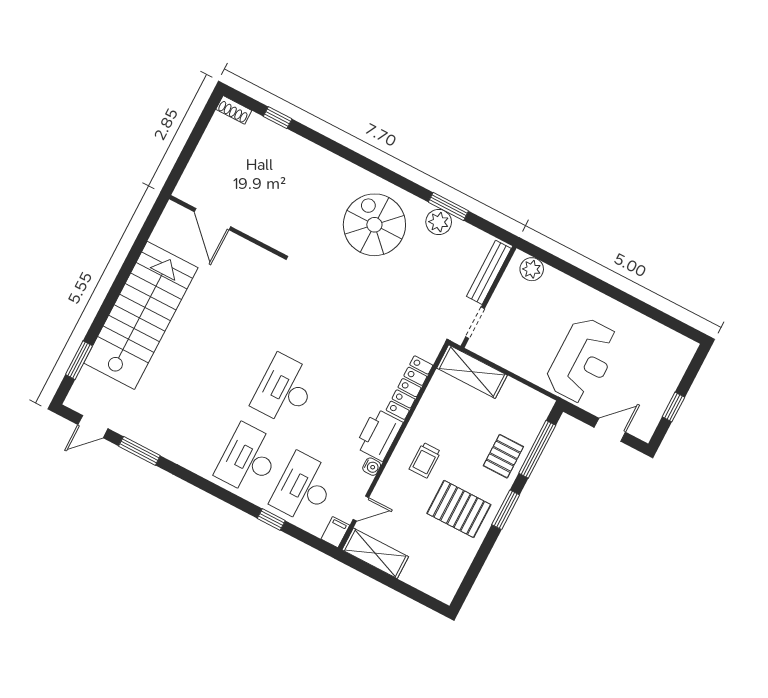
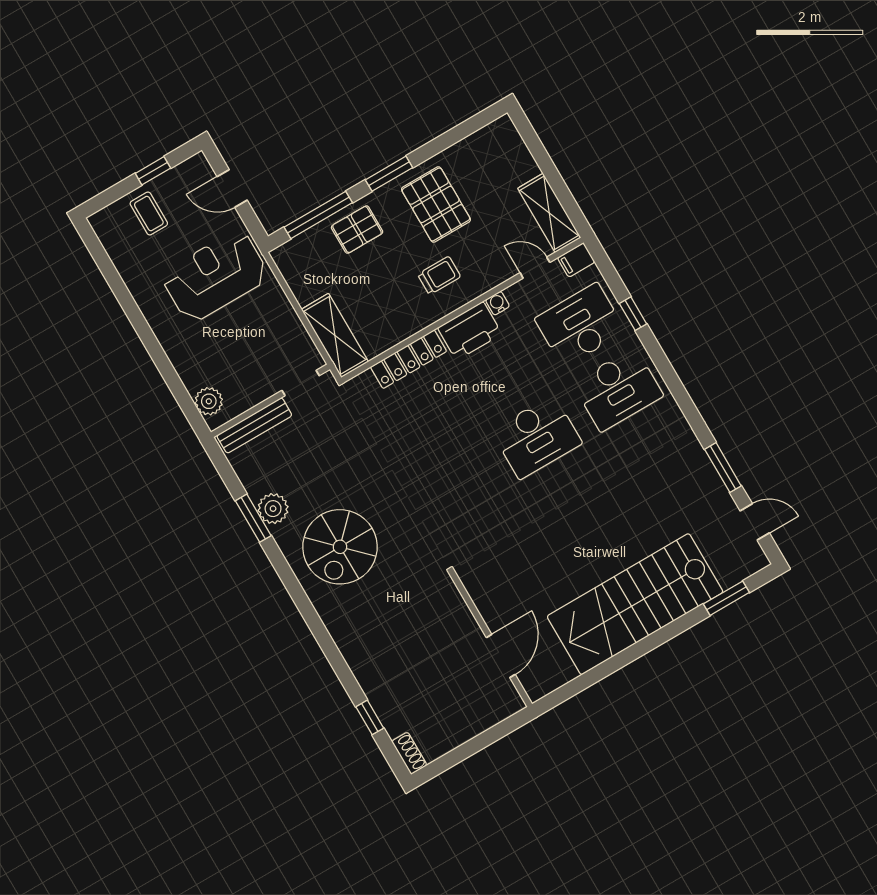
coffee table: (657, 375) -> (149, 213), added
desk: (304, 488) -> (580, 325), turned 180

